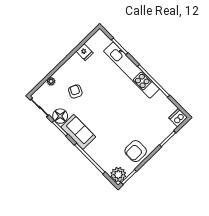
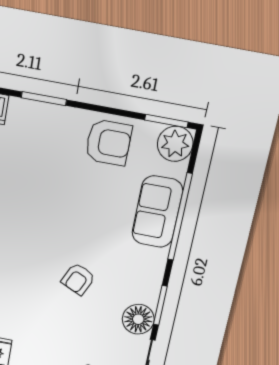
armchair: (75, 91) -> (78, 279), moved
sofa: (78, 132) -> (157, 212), moved

